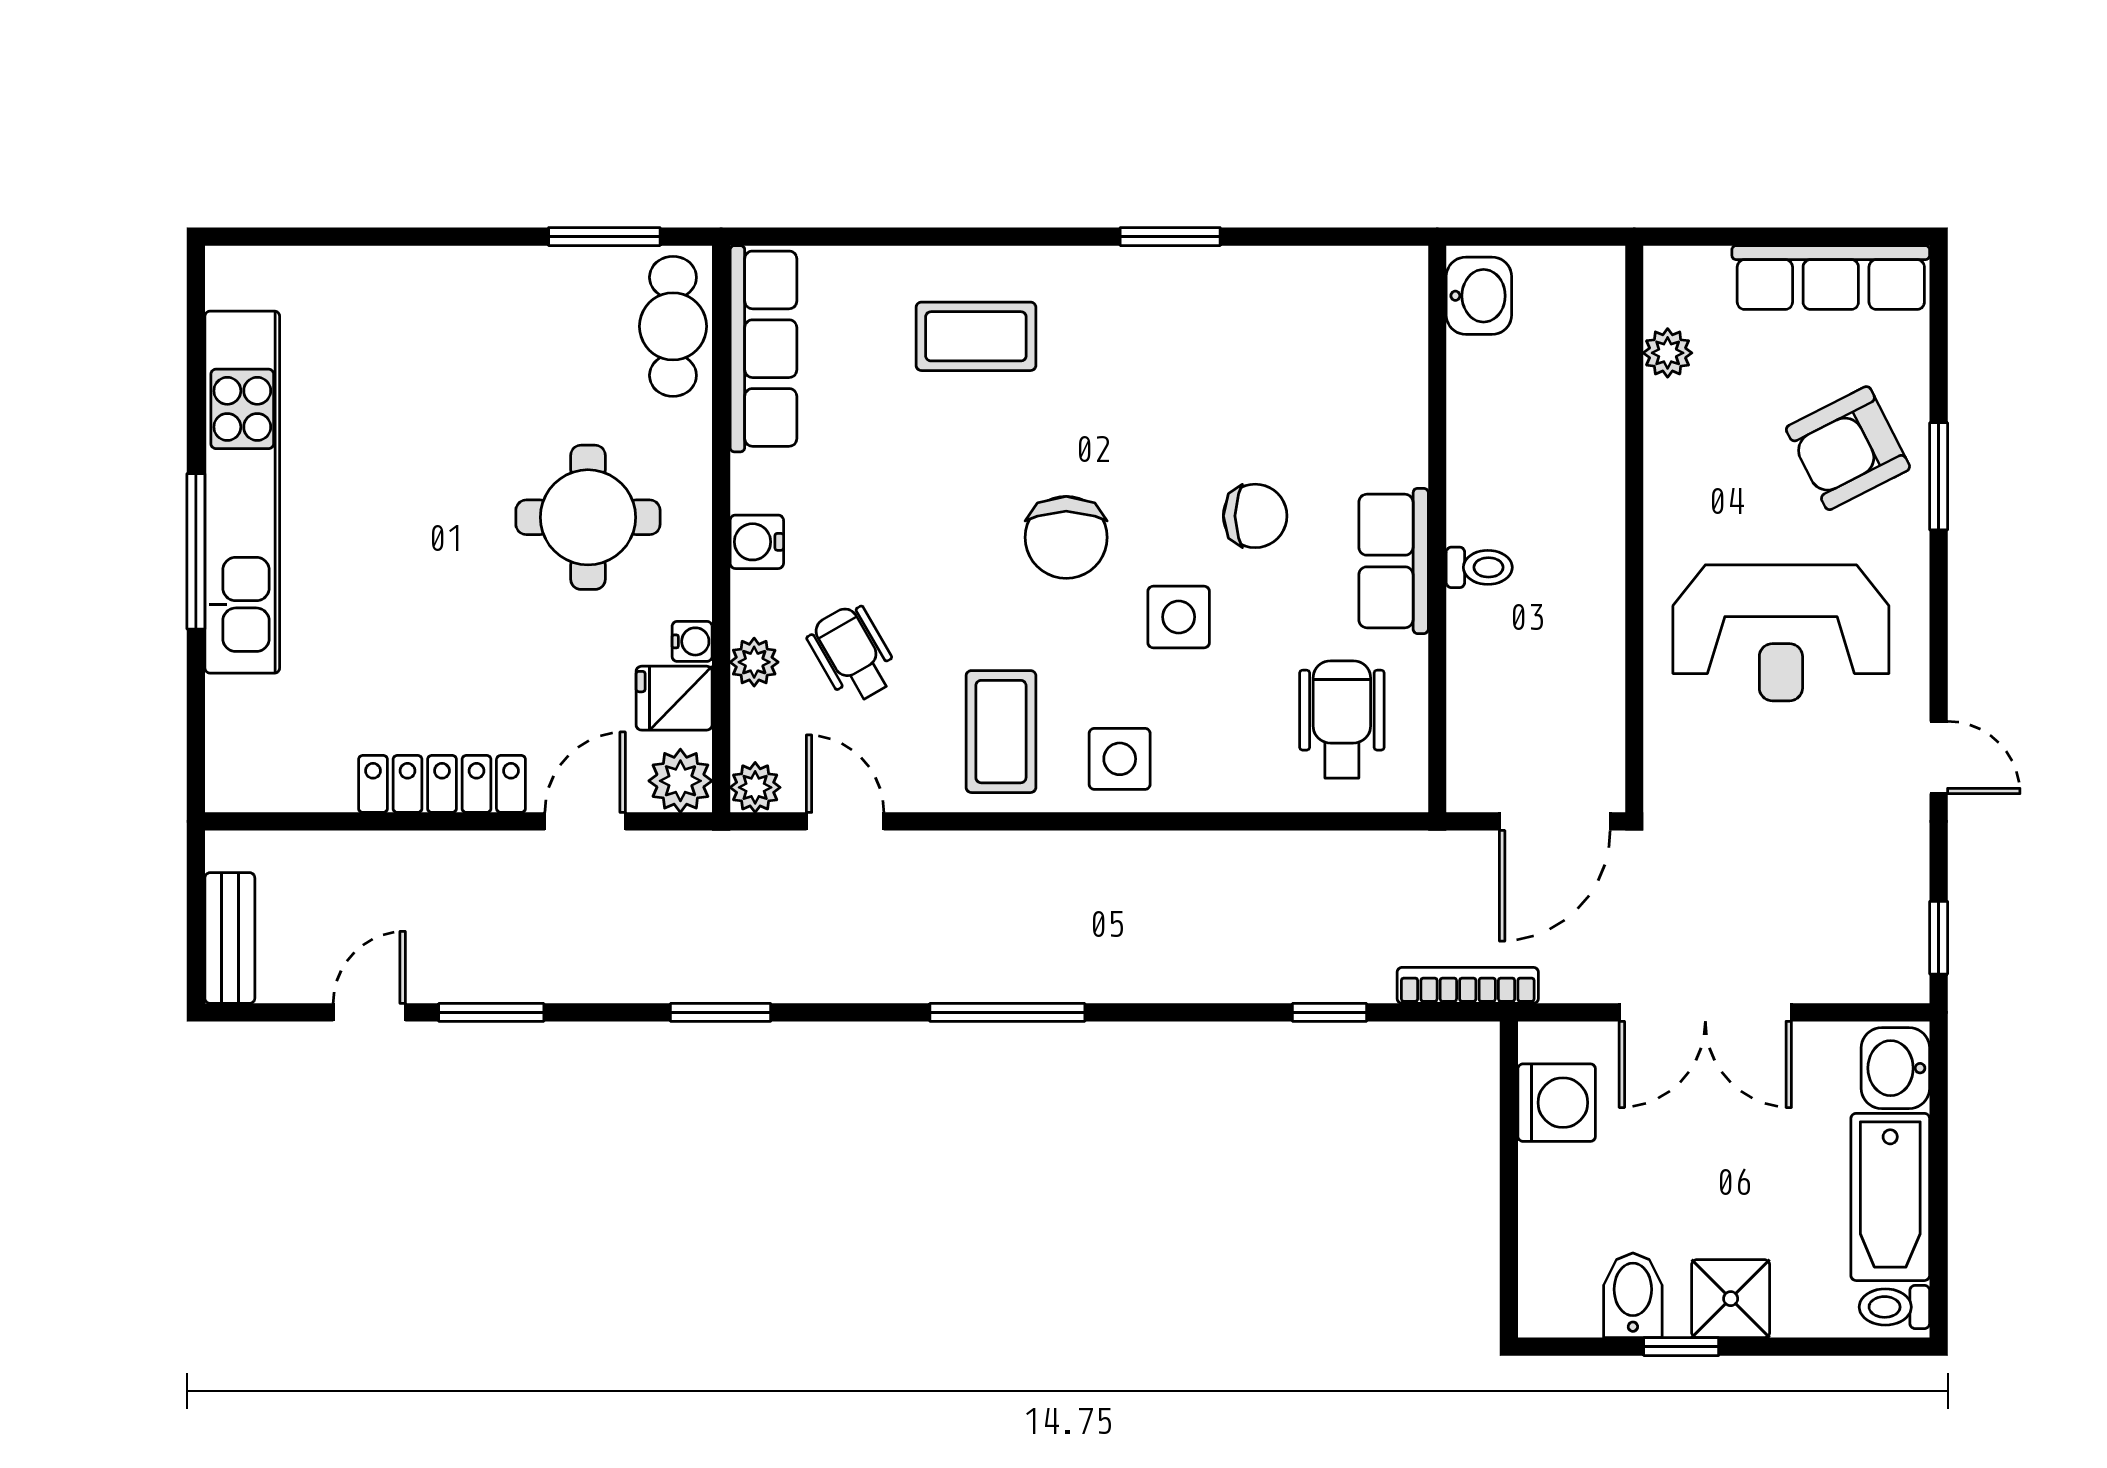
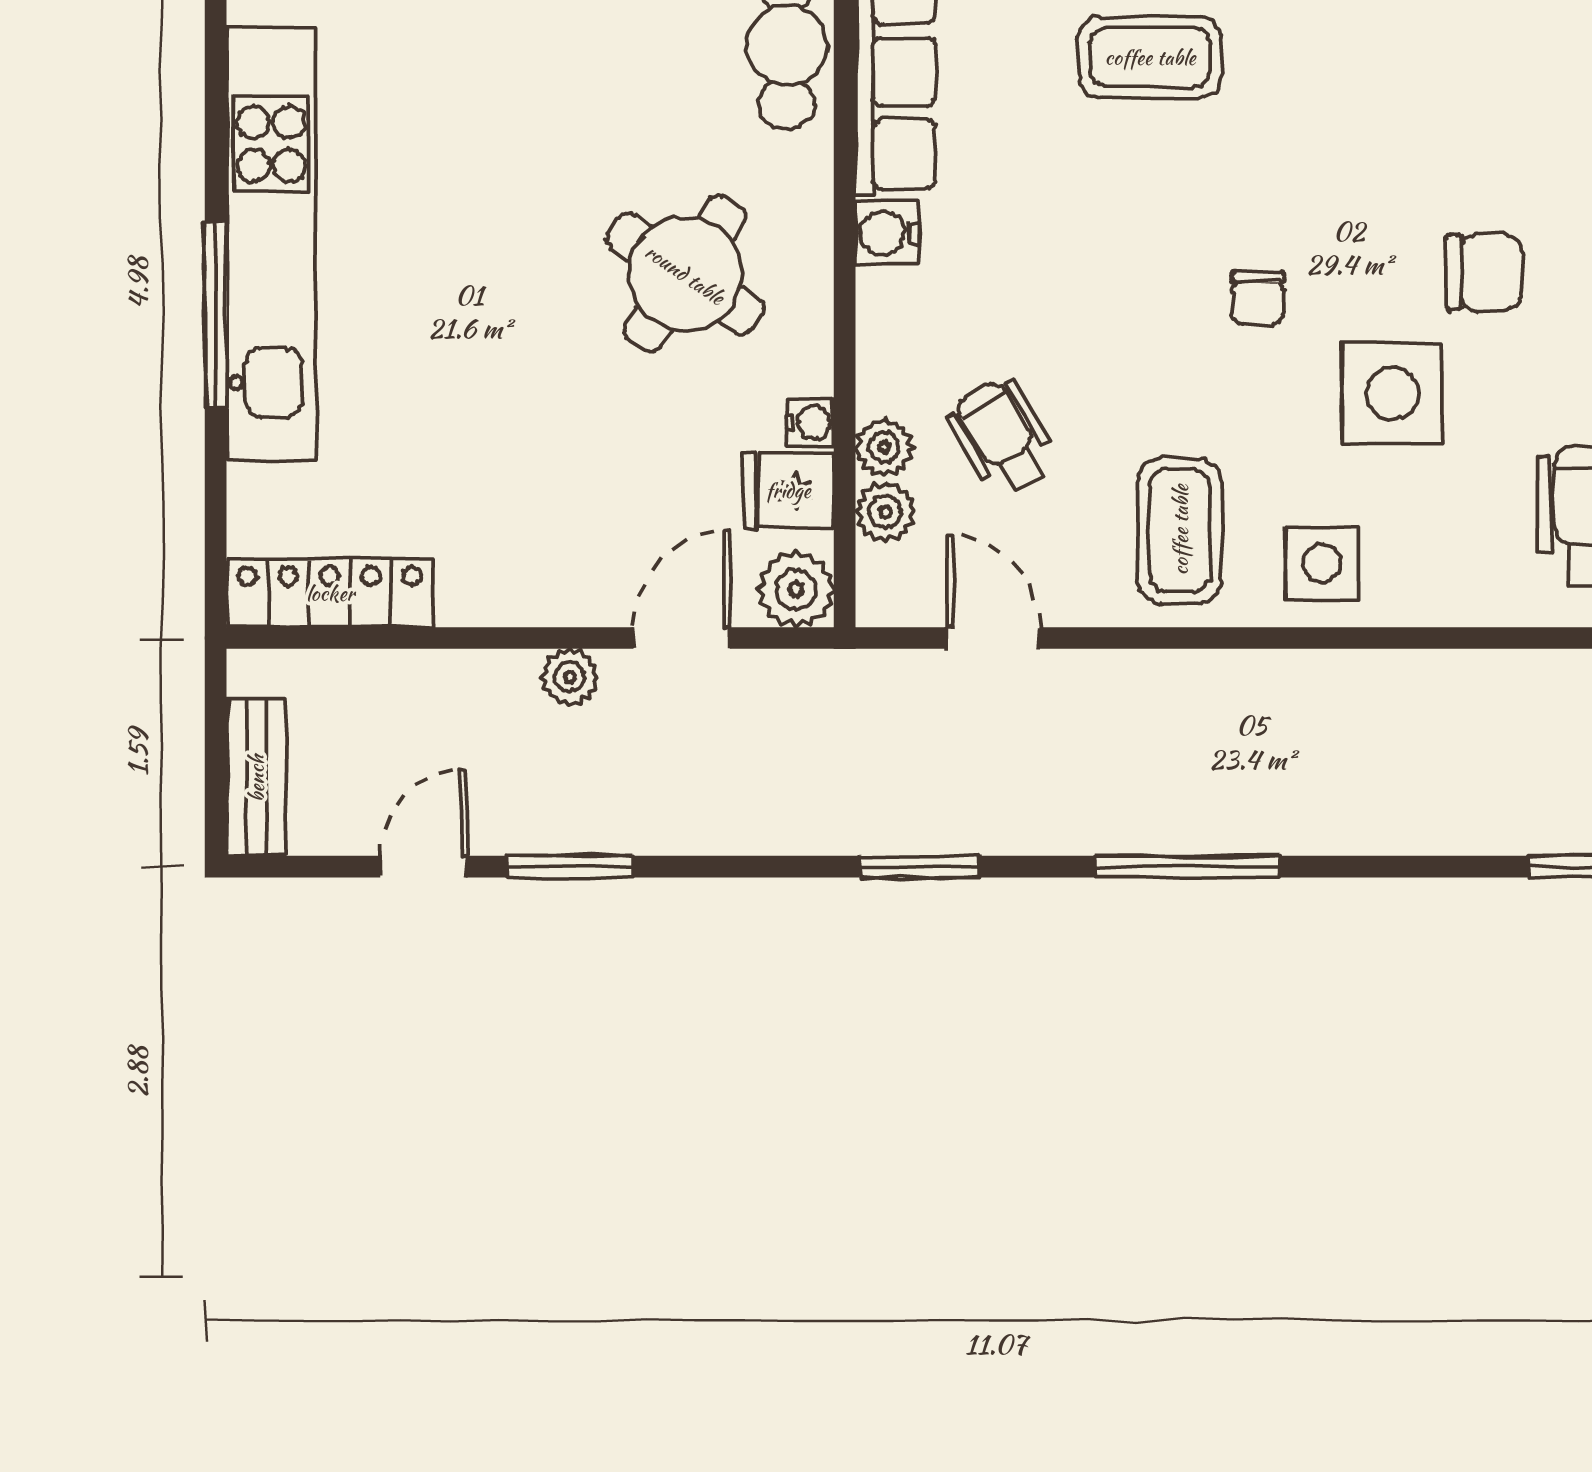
round table: (588, 517) -> (685, 274), turned 34
chair: (1066, 537) -> (1258, 298), width x0.54, depth x0.54
water cooler: (757, 542) -> (887, 233), moved
side table: (1179, 617) -> (1392, 393), width x1.37, depth x1.37
locker: (442, 784) -> (330, 593), moved
plant: (755, 787) -> (885, 512), moved
plant: (492, 854) -> (570, 677), added
window: (721, 1012) -> (920, 867), moved

